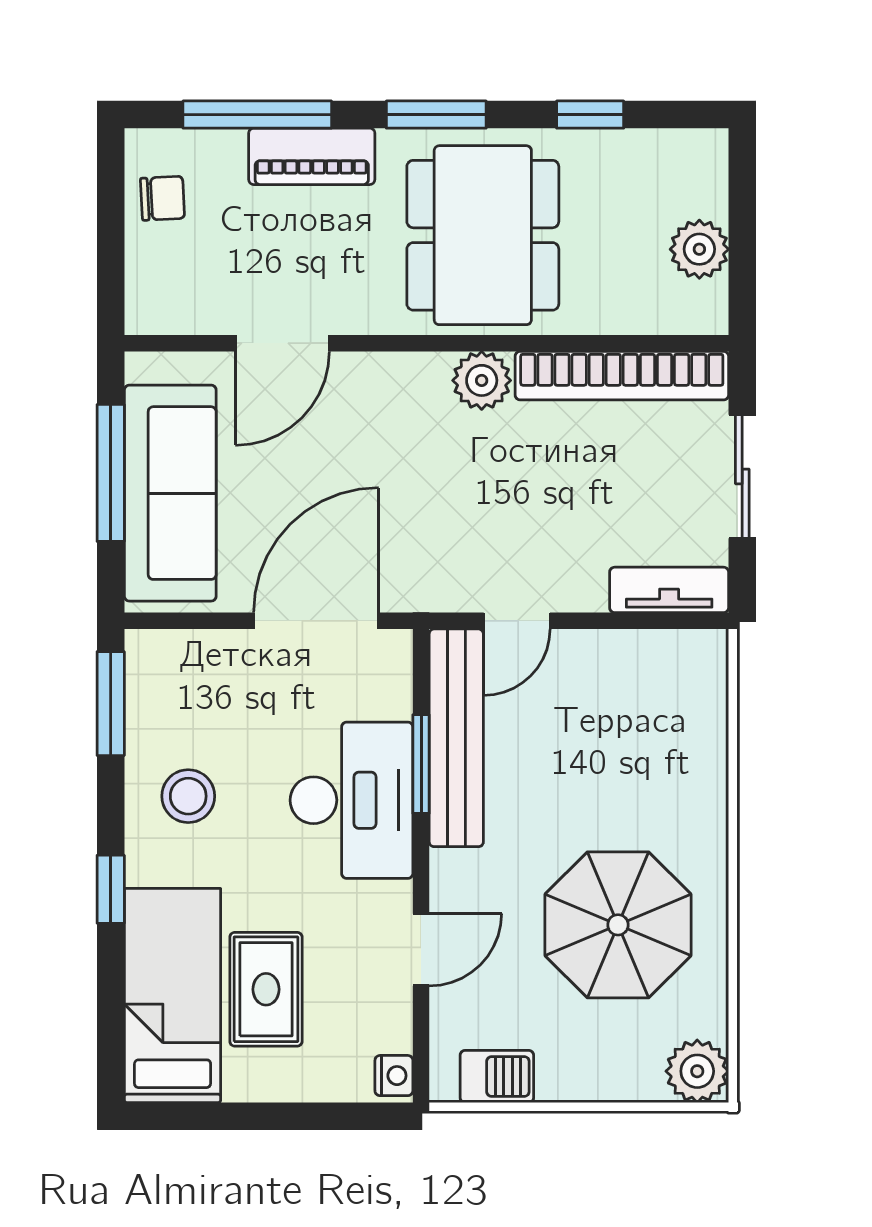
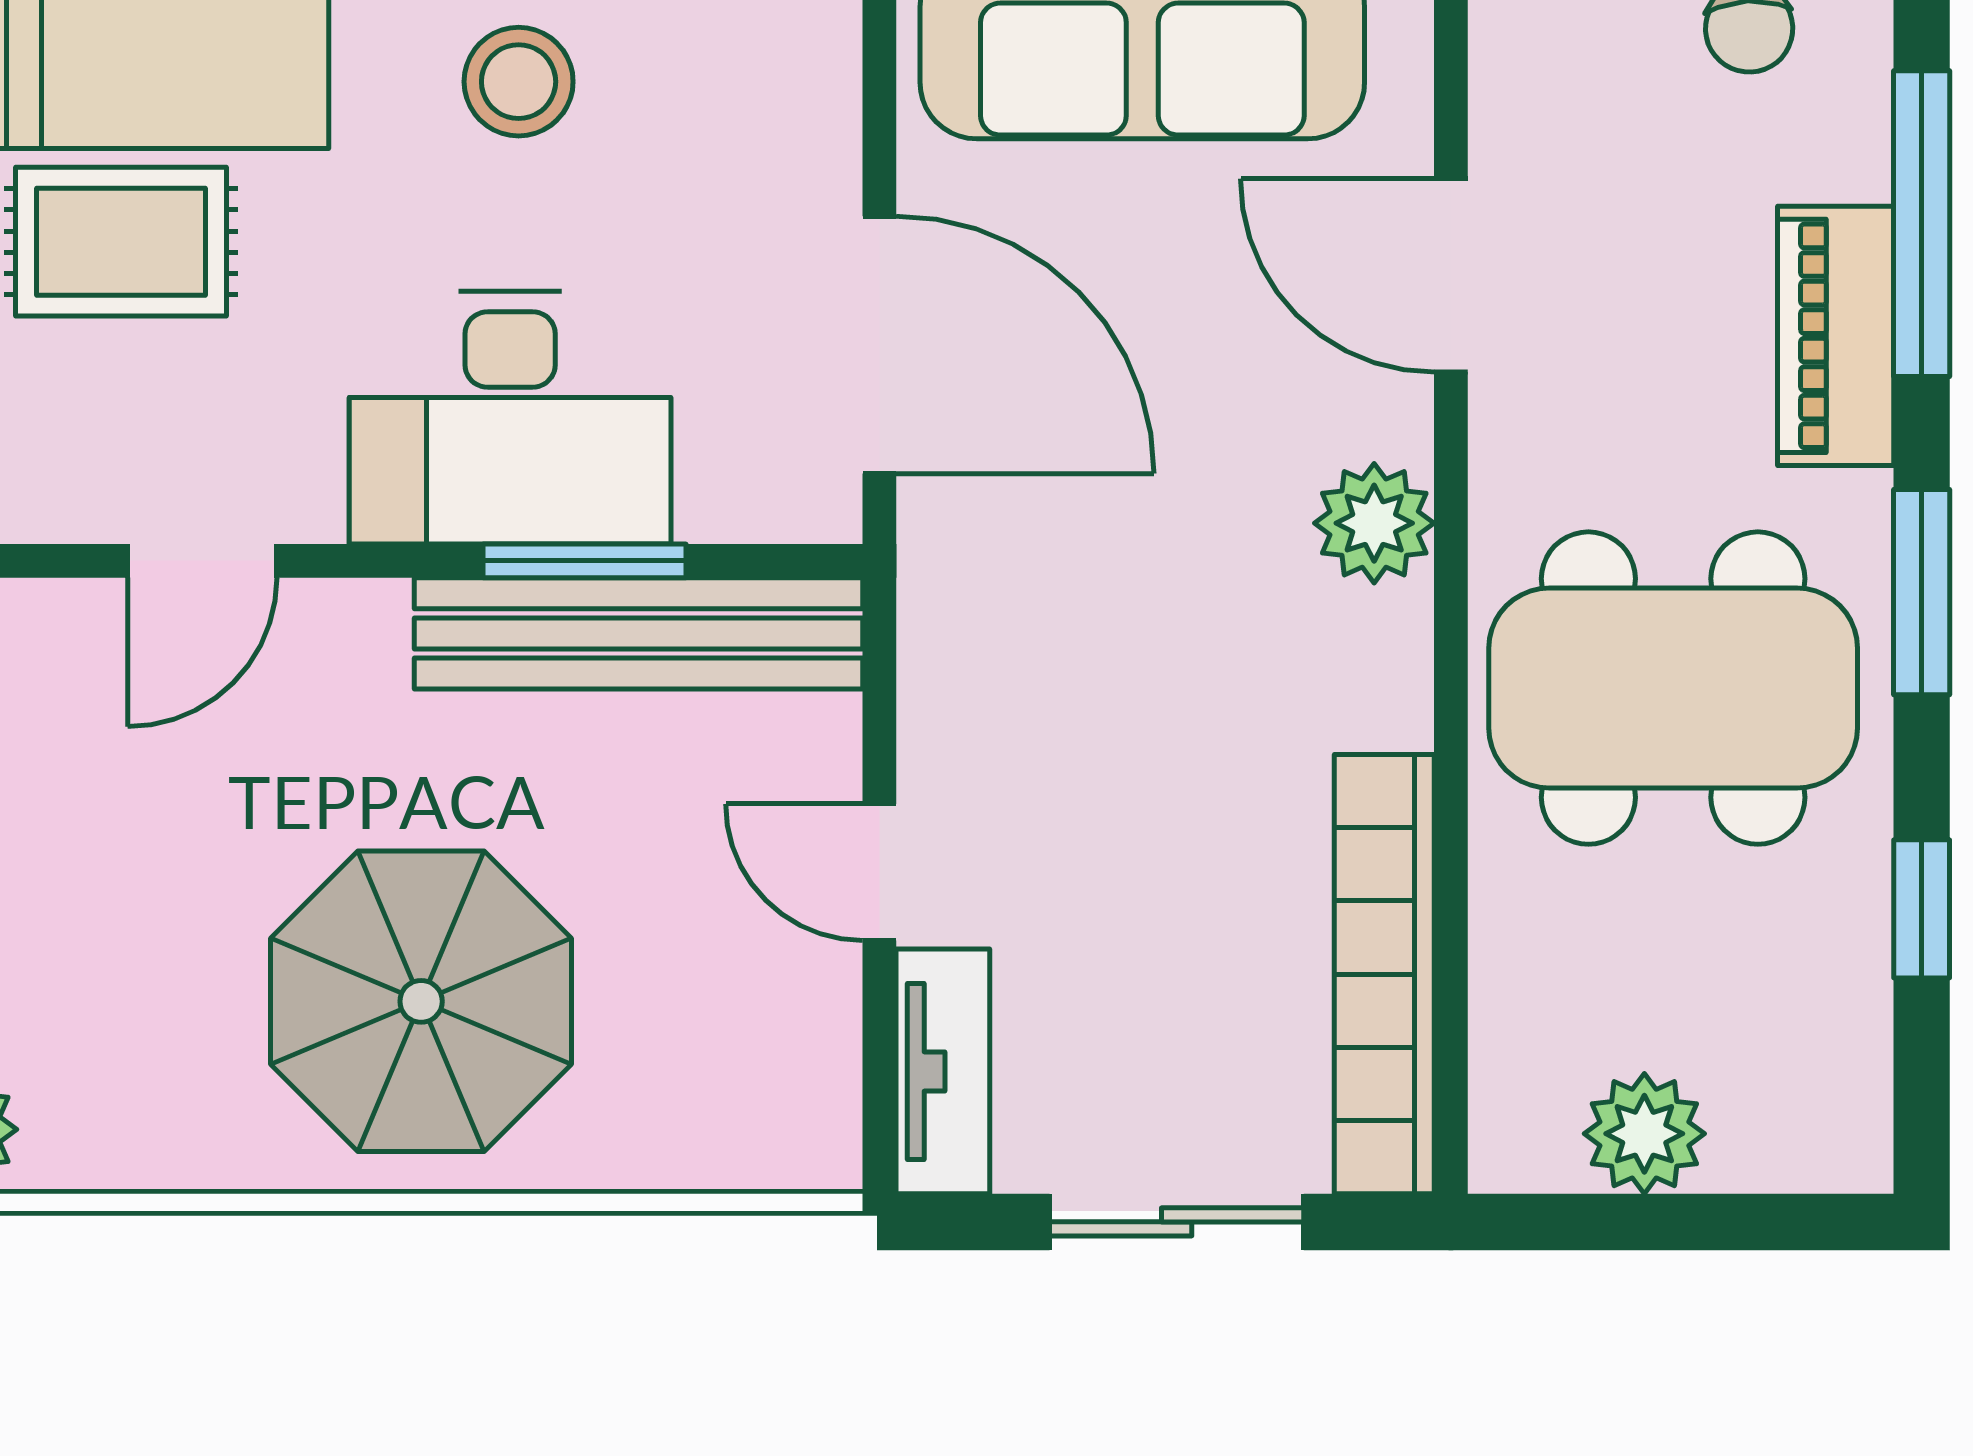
plant: (482, 380) -> (1374, 523), moved
door: (517, 621) -> (879, 872), moved
parasol: (618, 925) -> (421, 1001), moved
door: (421, 950) -> (202, 561), hinge flipped

